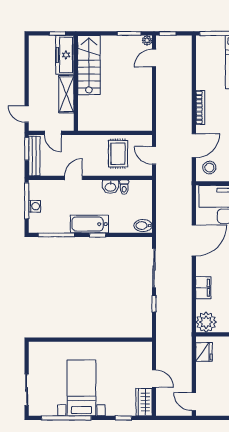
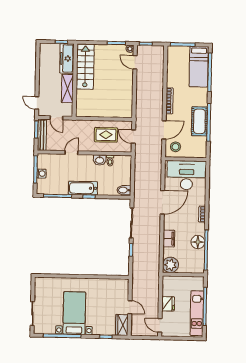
door: (154, 58) -> (135, 62), hinge flipped
rug: (118, 154) -> (106, 135), turned 90
fridge: (204, 352) -> (168, 304), moved

